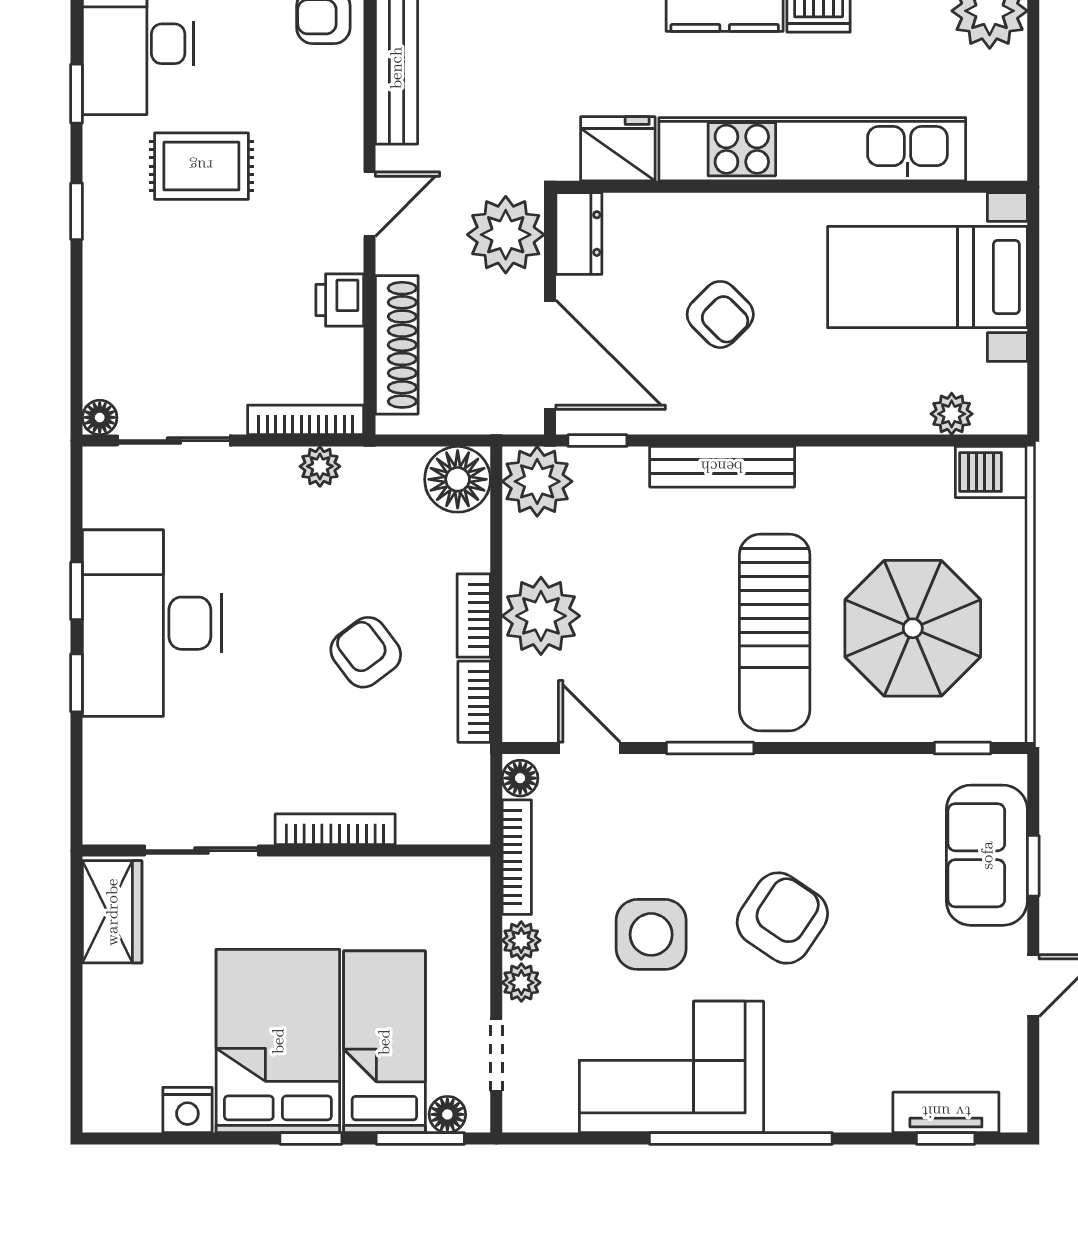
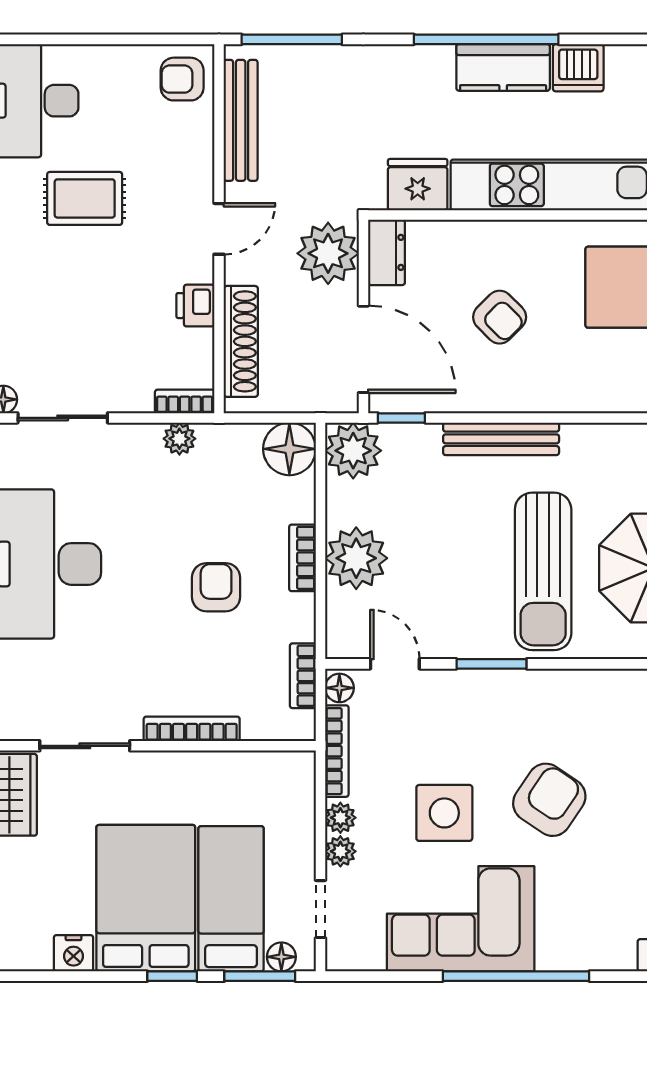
bookcase: (306, 420) -> (185, 401), width x0.64
armchair: (366, 652) -> (216, 587), turned 37
bookcase: (474, 702) -> (303, 676), moved

